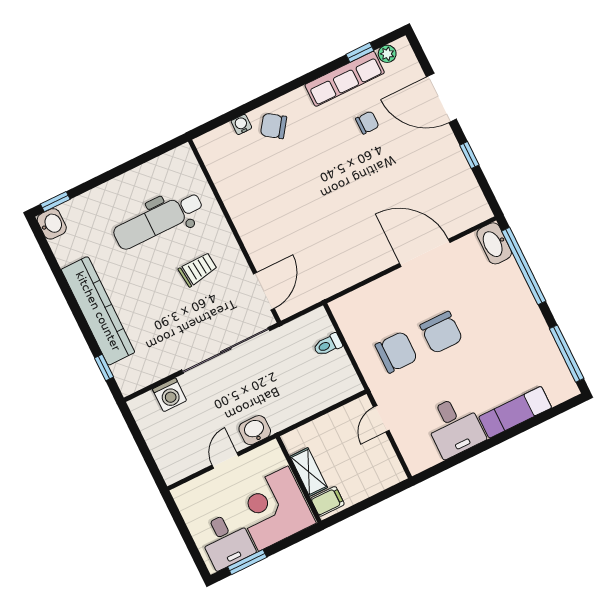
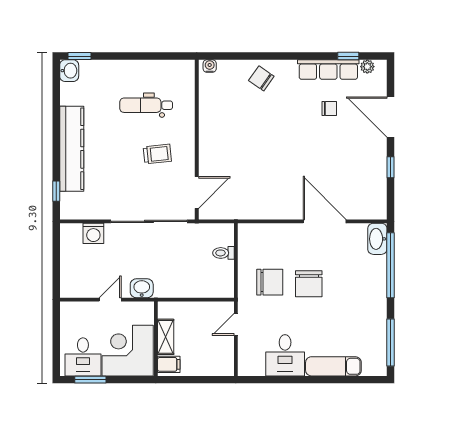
water cooler: (241, 124) -> (210, 66), moved
dental chair: (158, 220) -> (146, 105), width x0.73, depth x0.72

